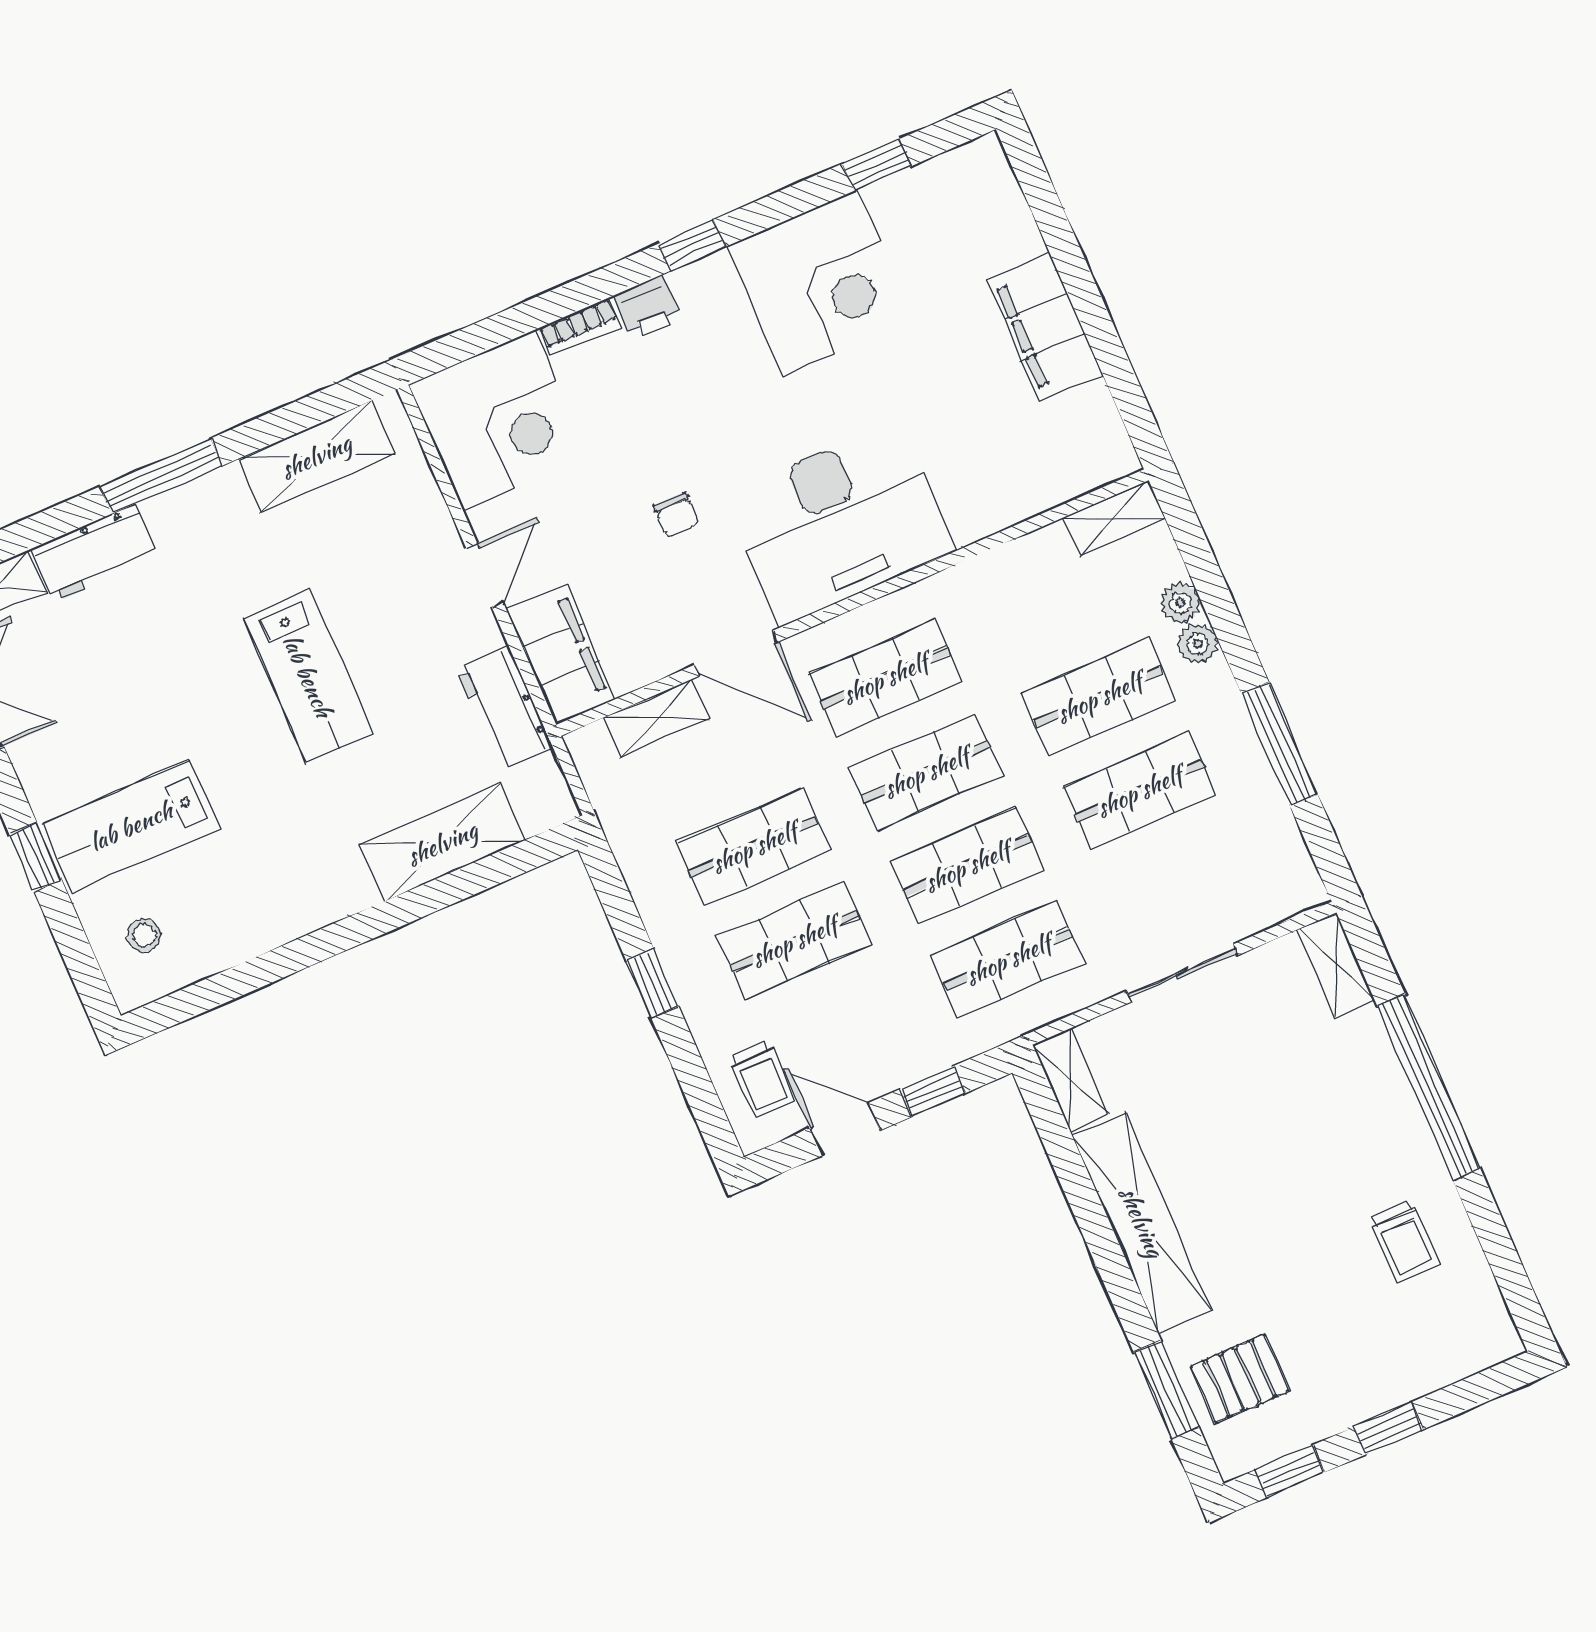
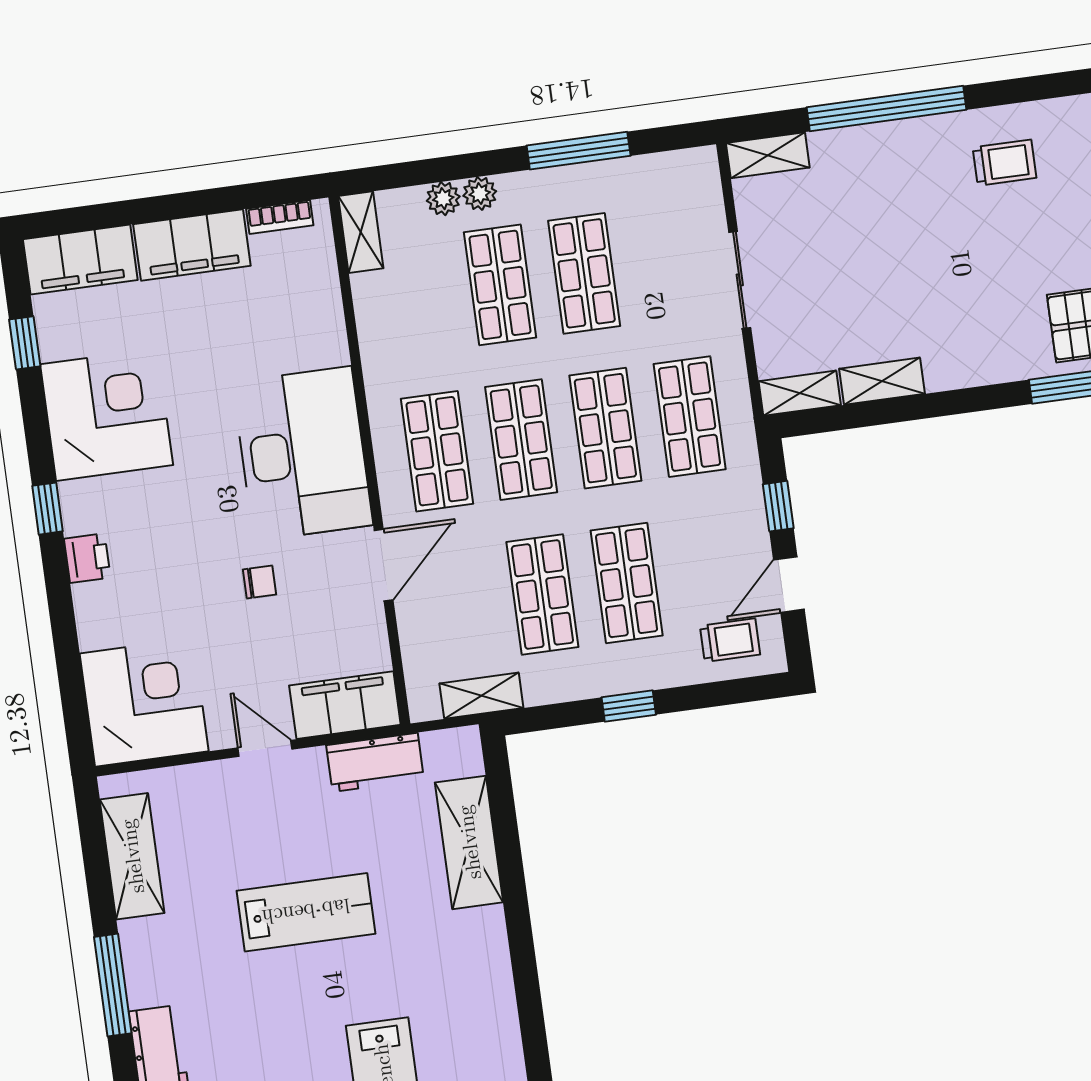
filing cabinet: (991, 202) -> (80, 260), added
bookcase: (580, 327) -> (280, 217), moved, turned 90
shelving: (657, 718) -> (481, 696), moved, turned 90
shelving: (1142, 1222) -> (882, 381), width x0.45, depth x0.75

